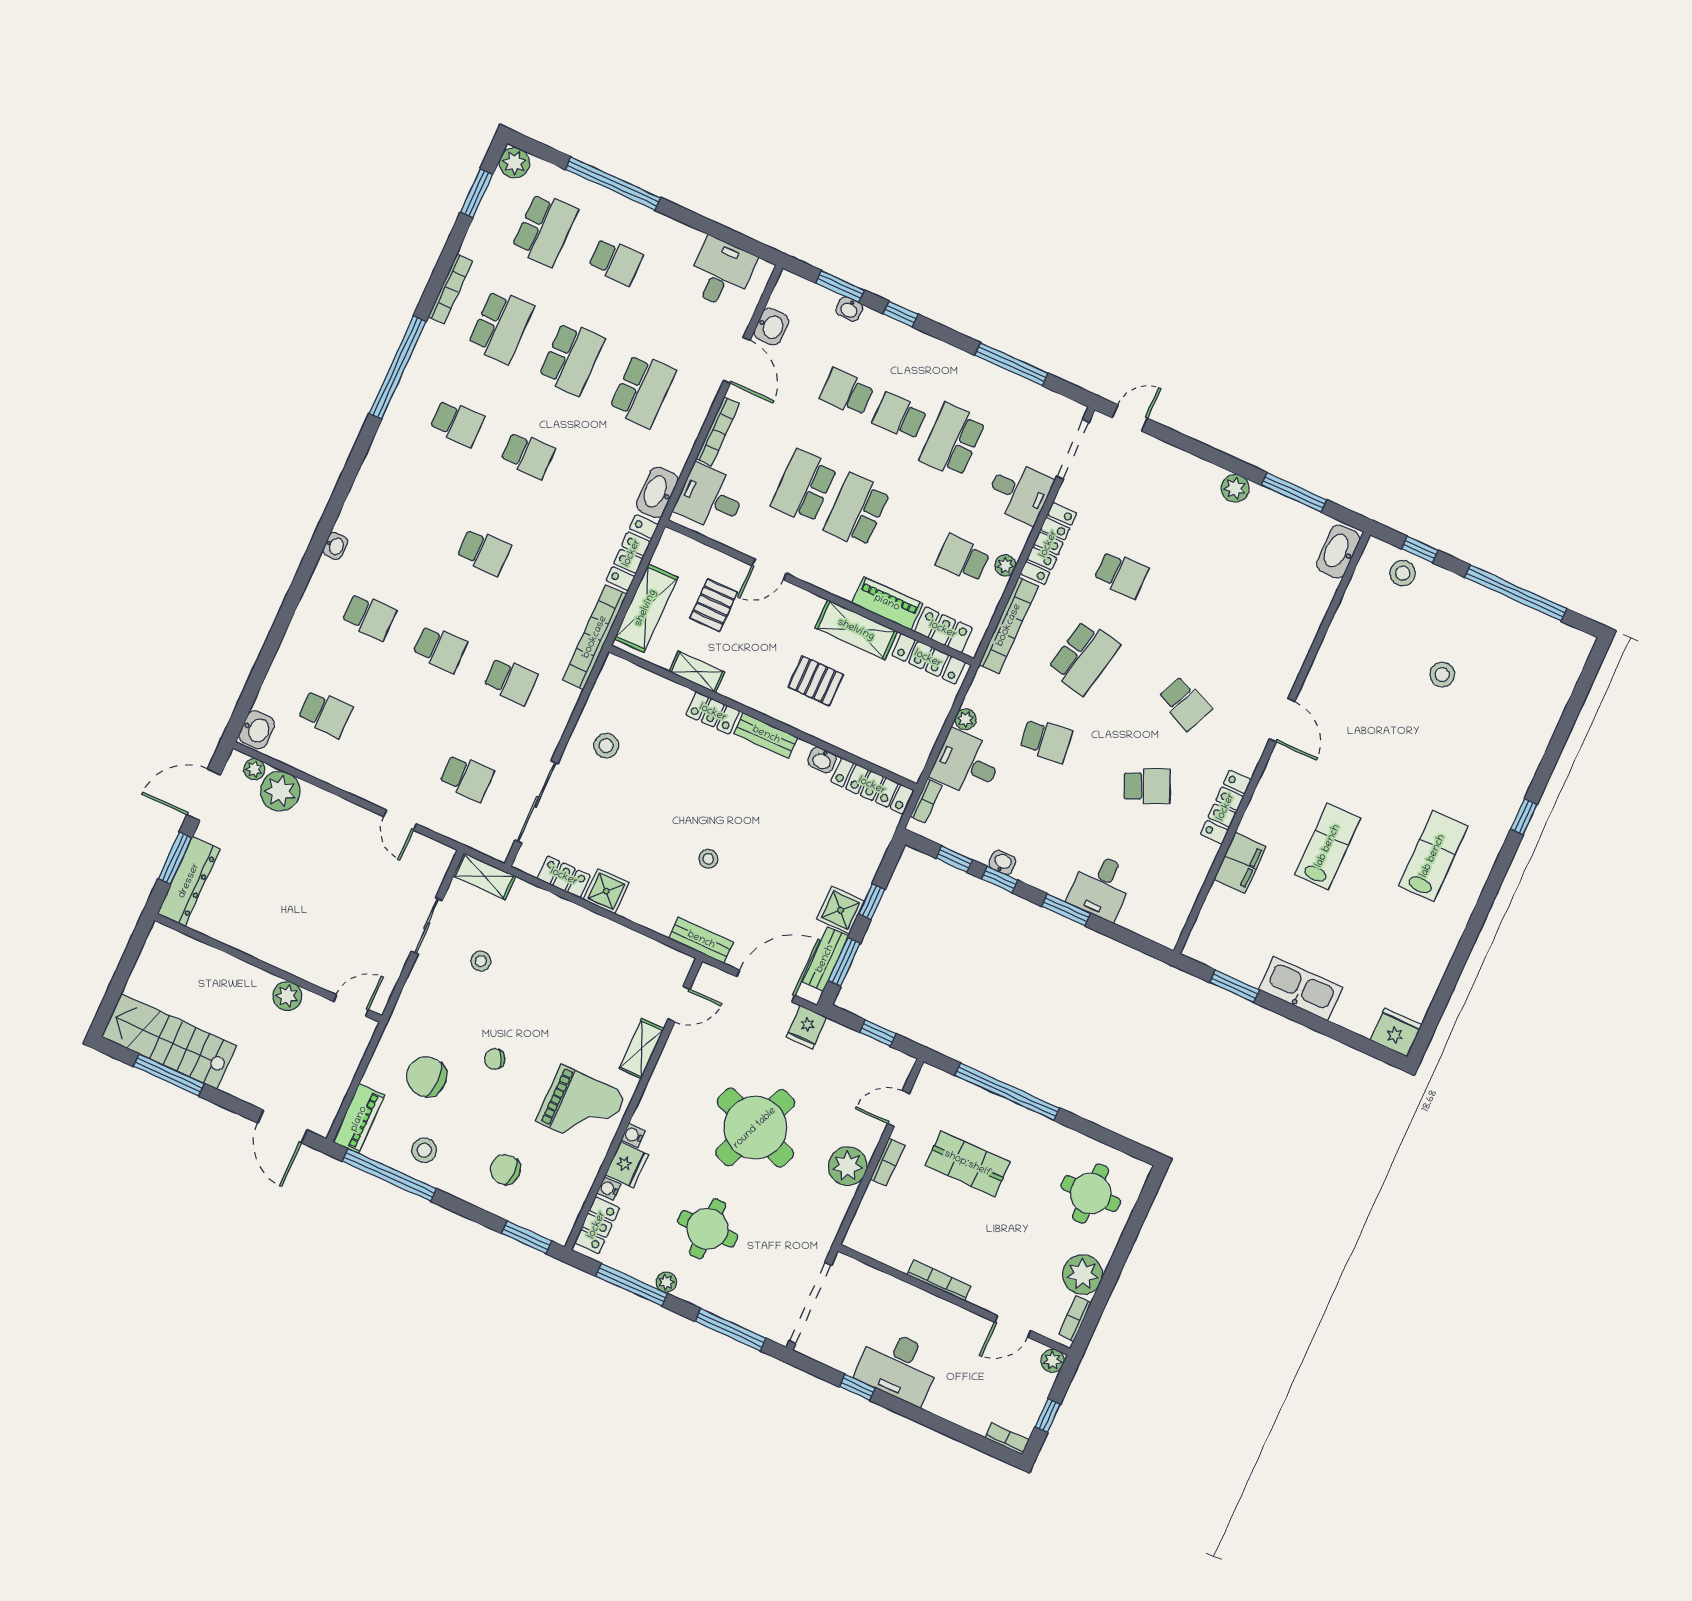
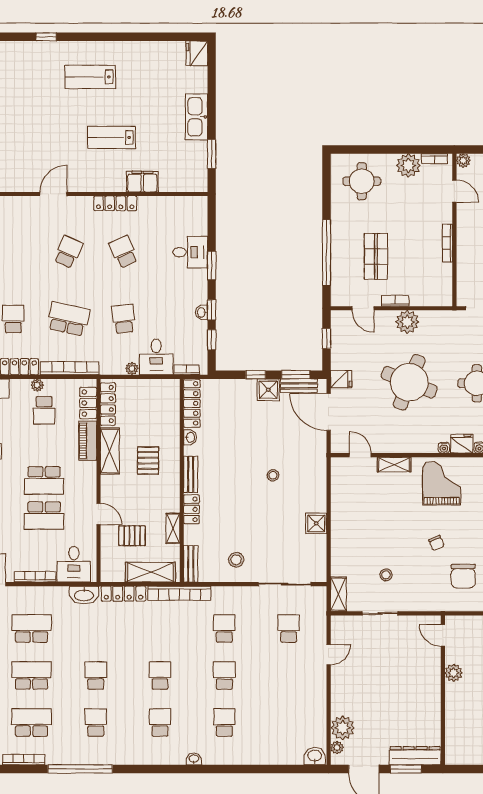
school desk: (325, 713) -> (160, 722), moved
locker: (564, 877) -> (319, 550), removed
bench: (701, 940) -> (191, 564), moved

